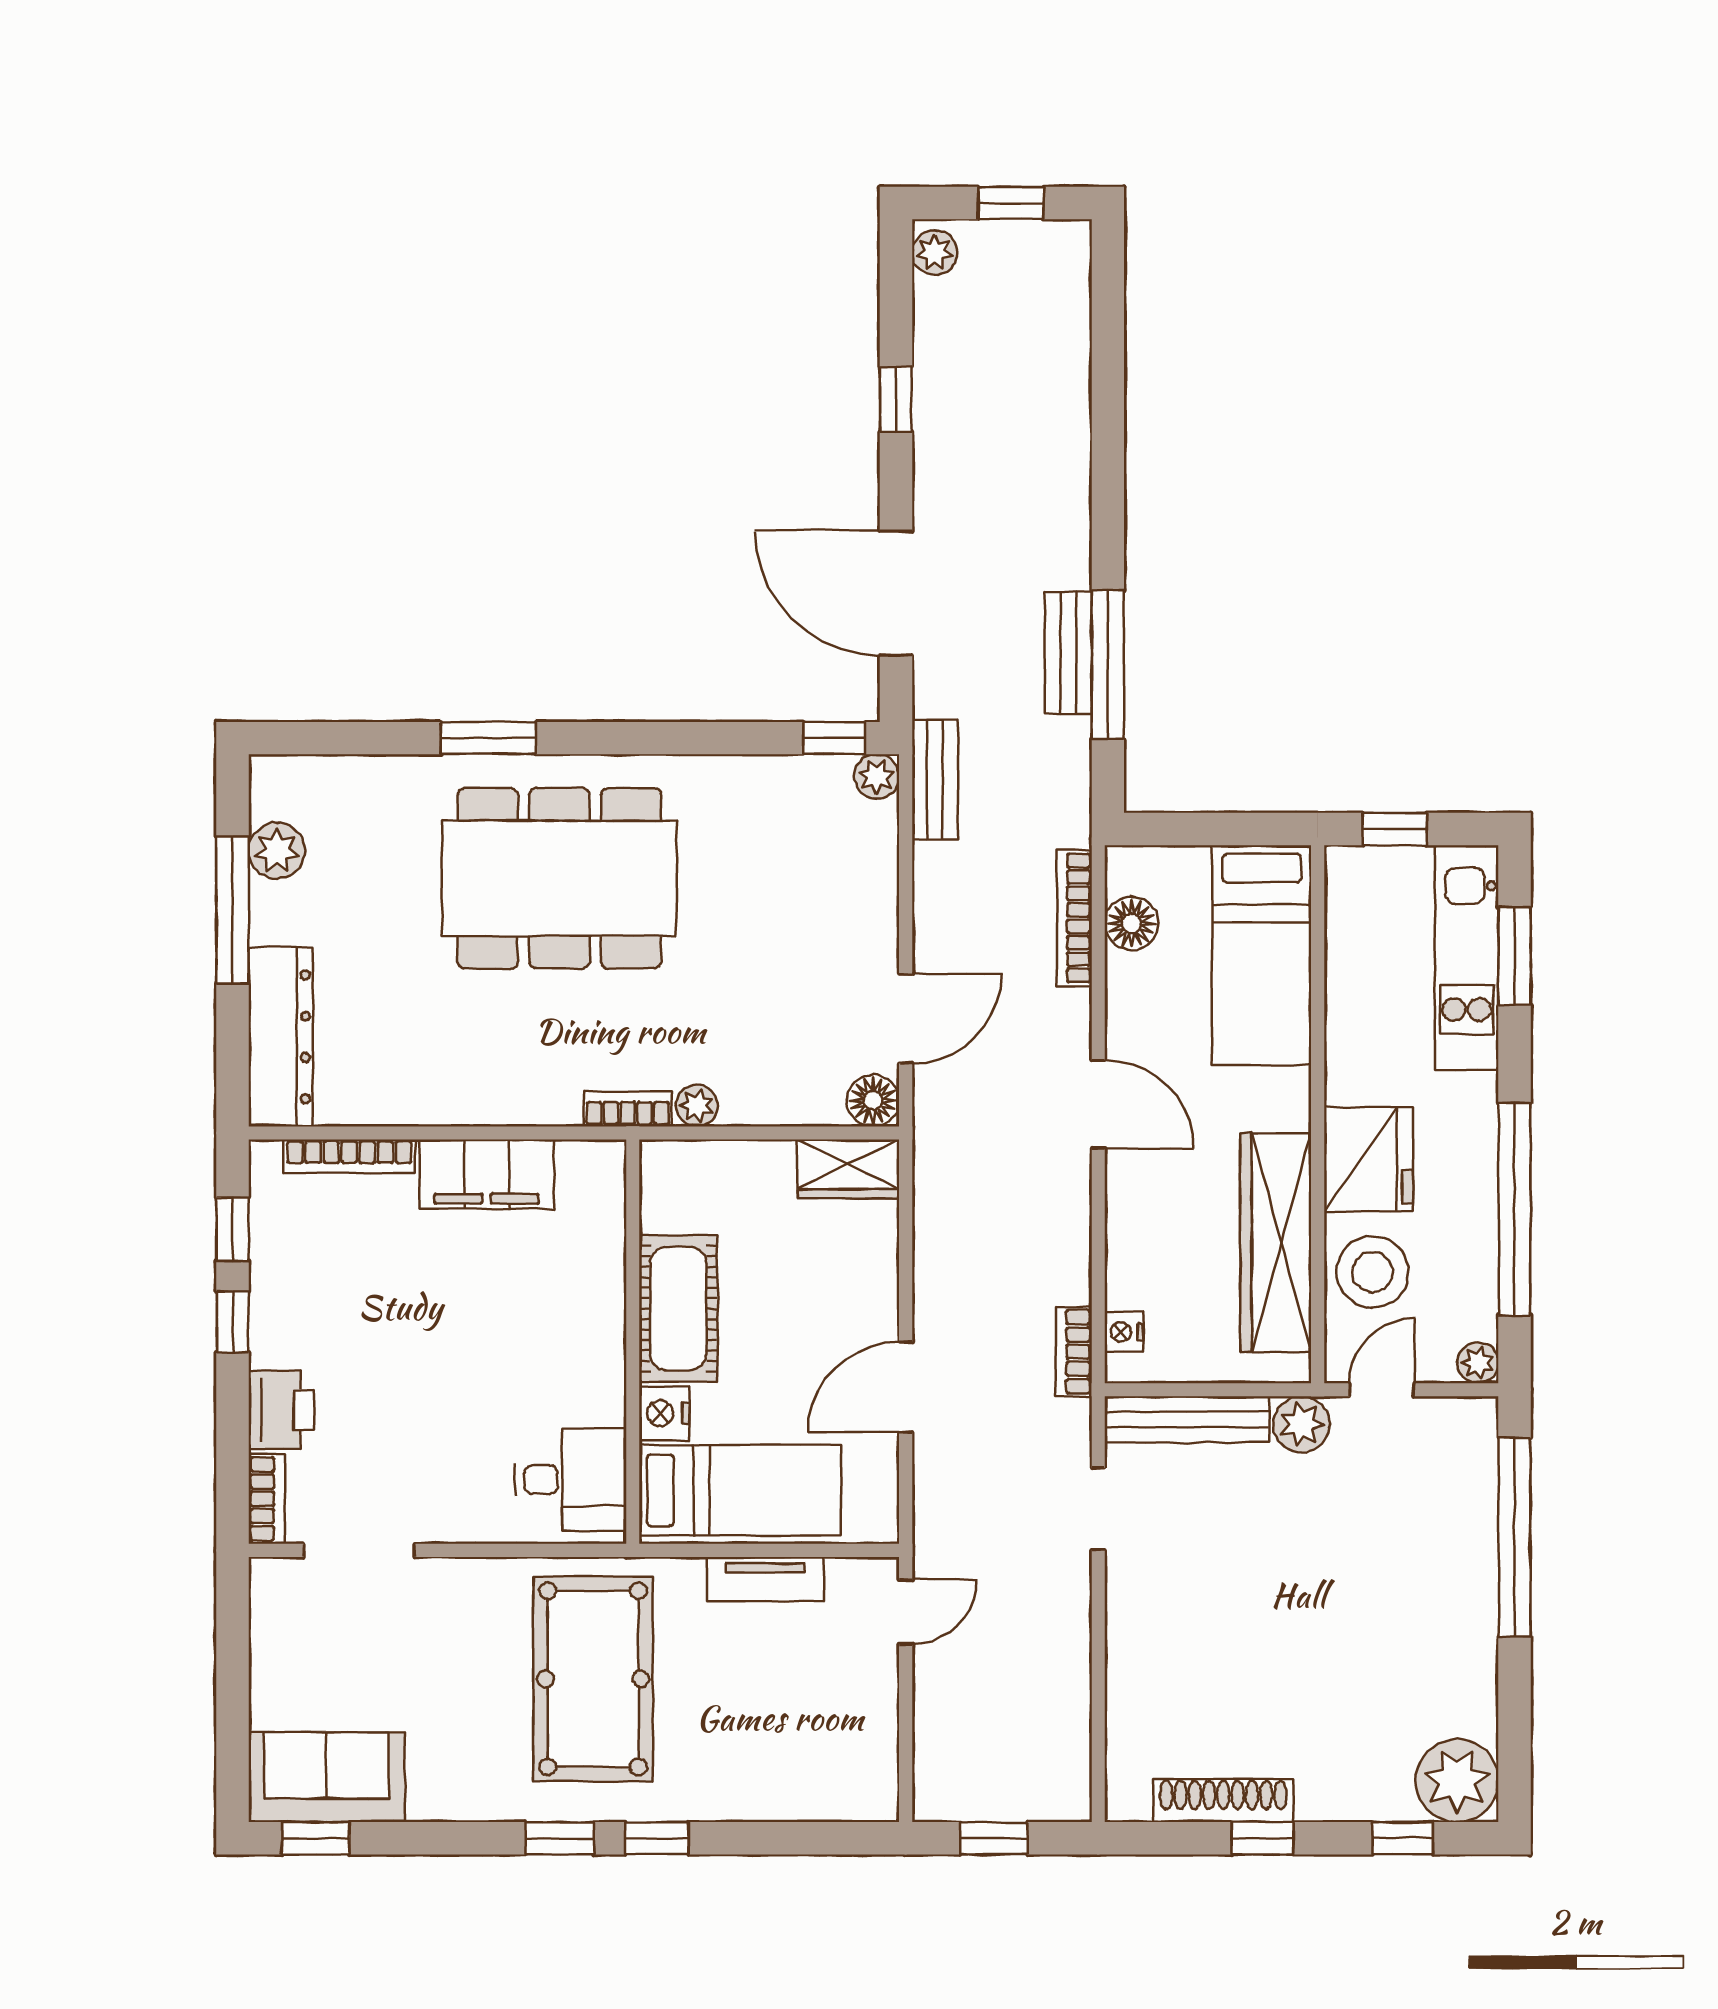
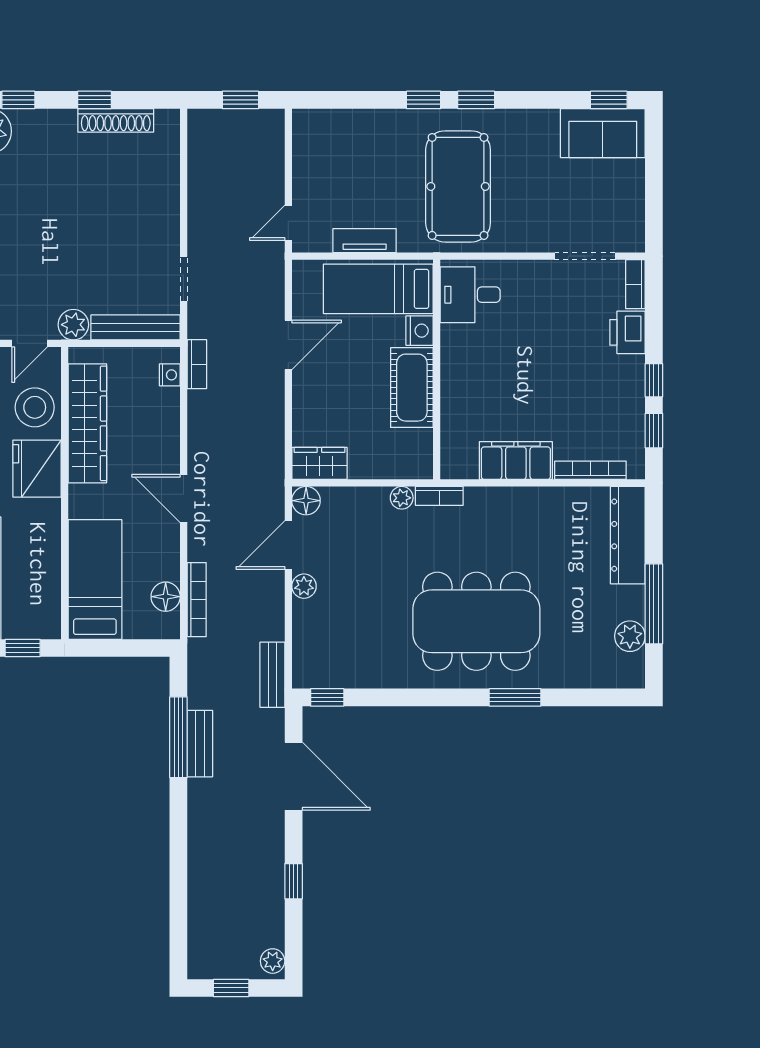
plant: (877, 777) -> (304, 586), moved

